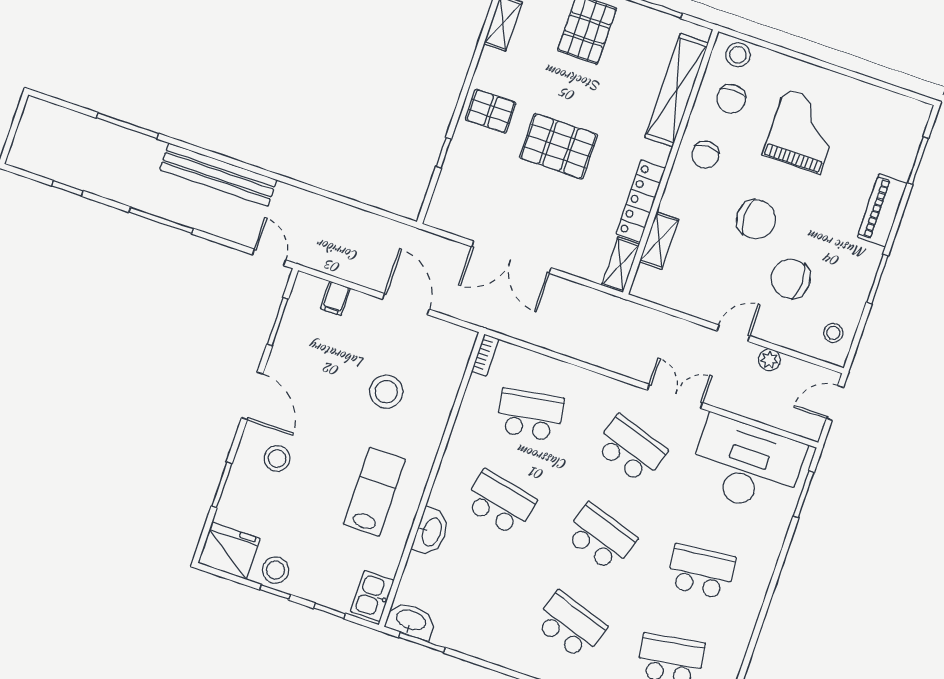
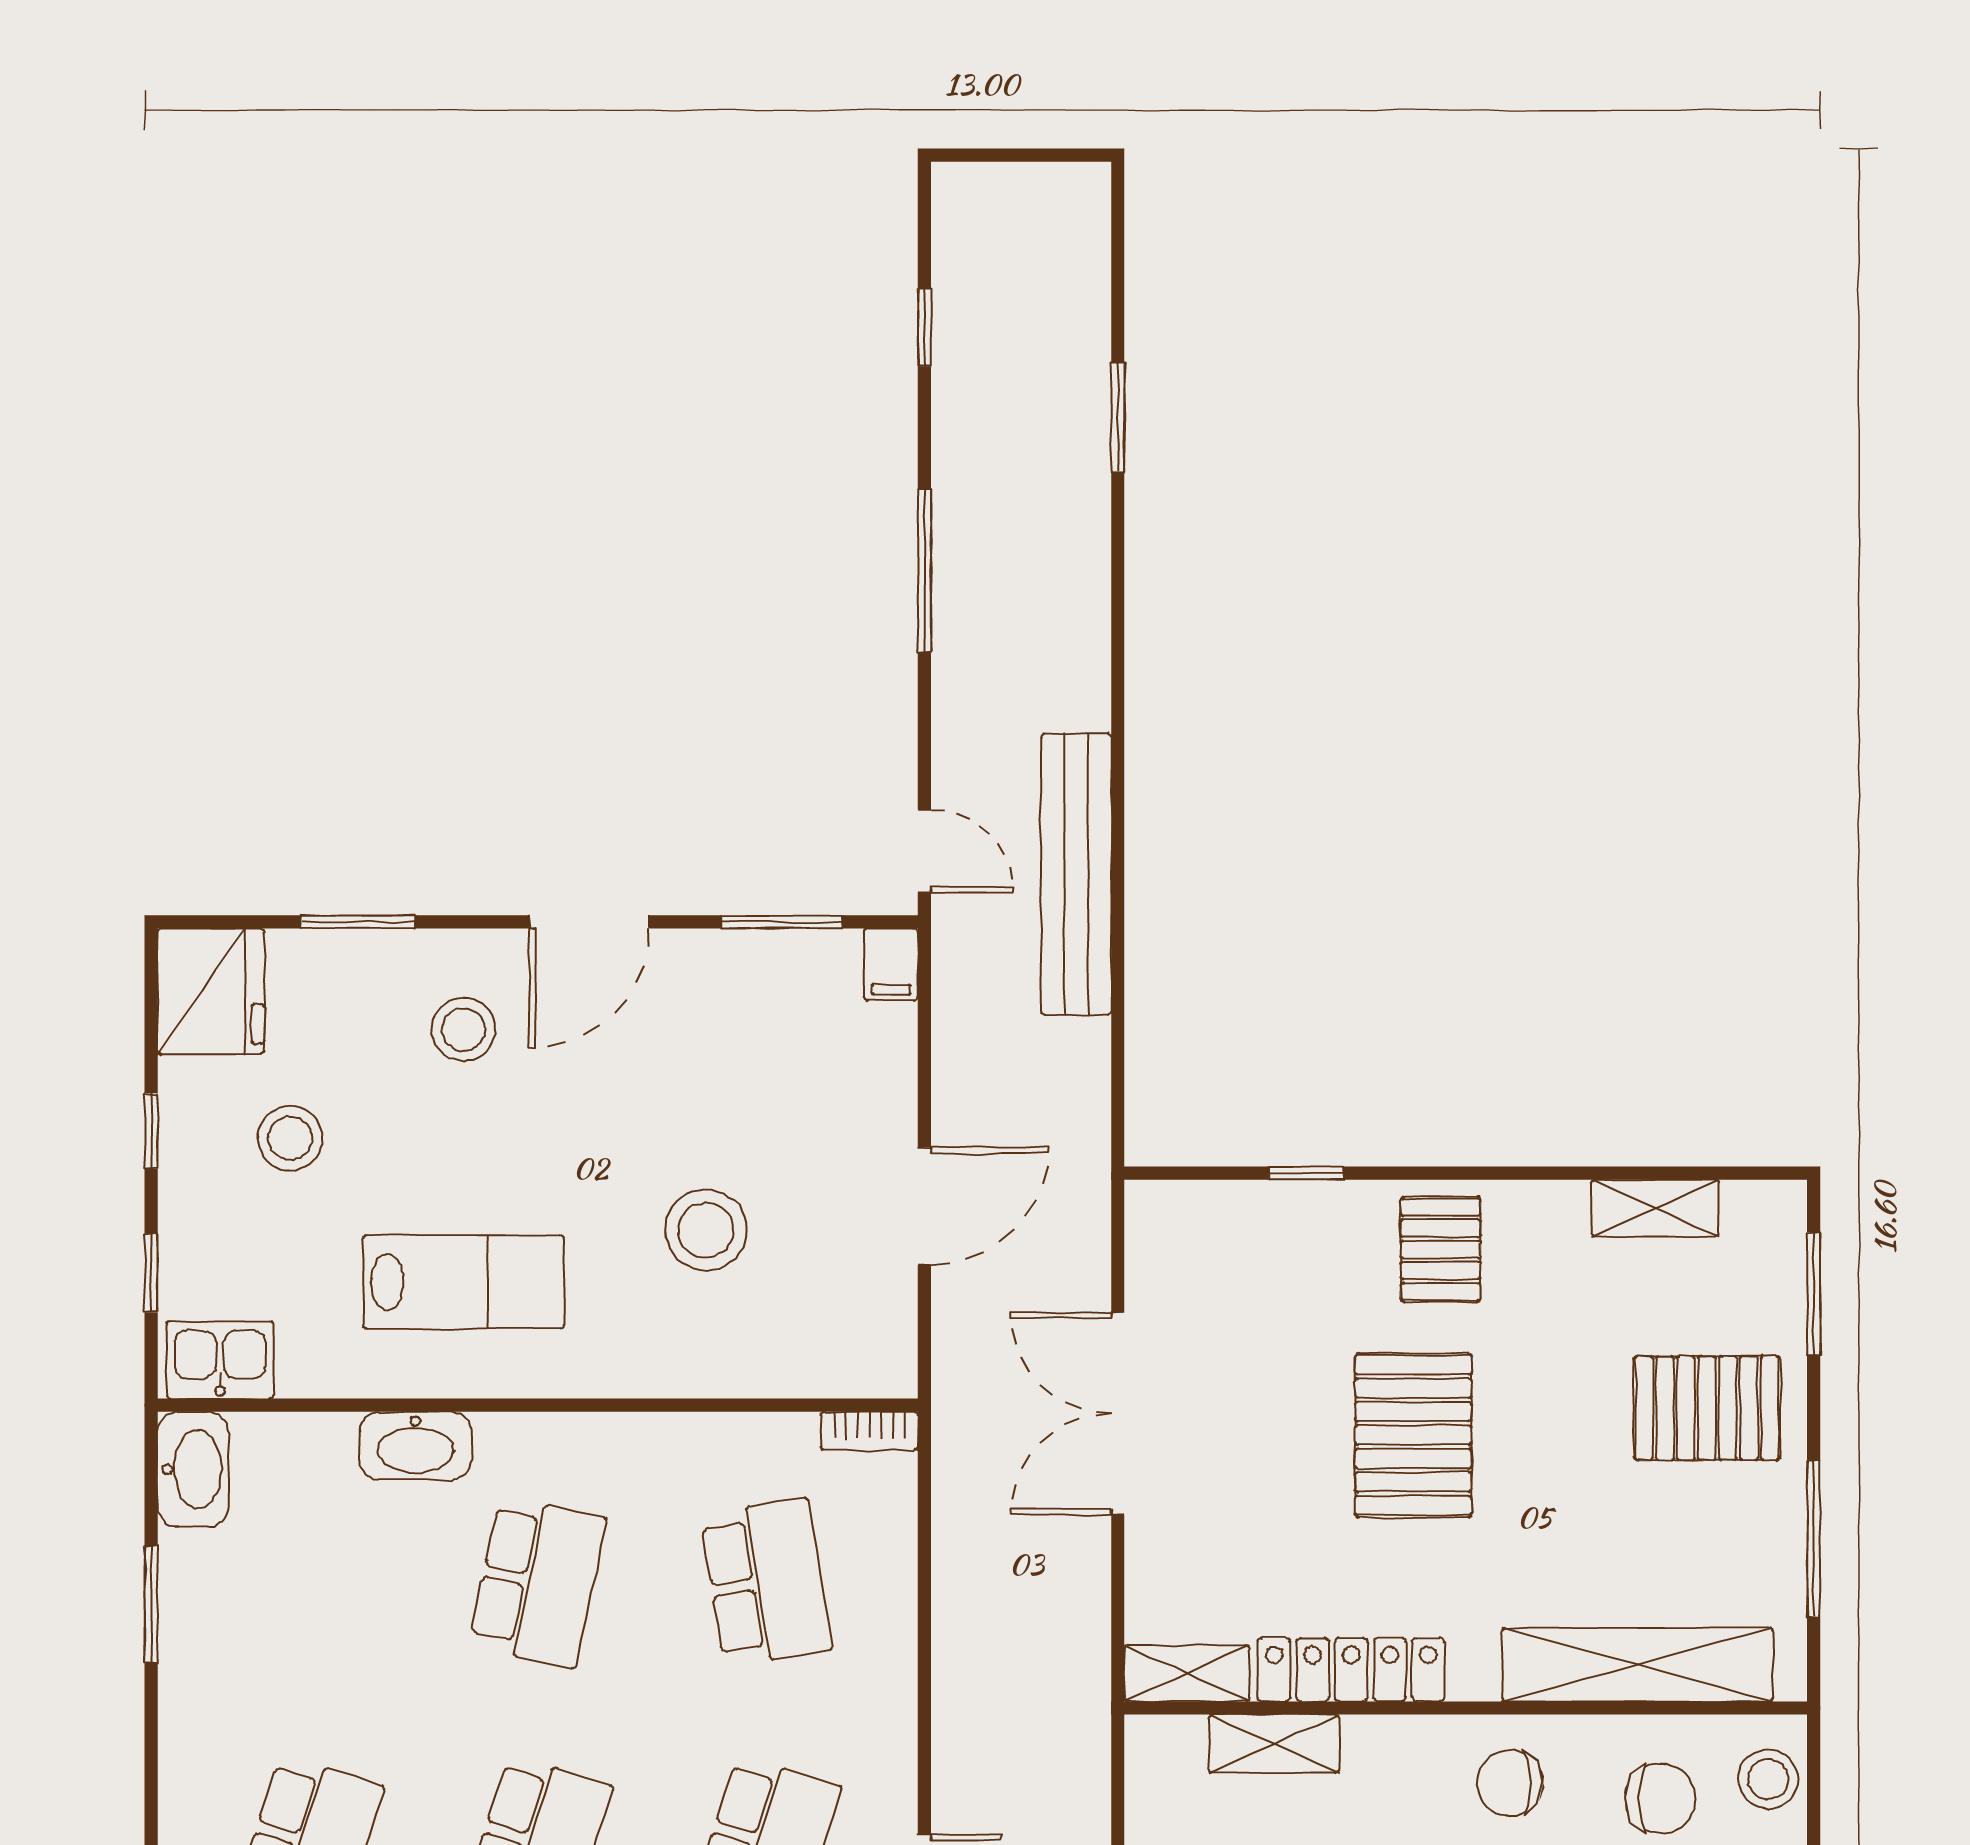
chair: (731, 99) -> (1660, 1798), turned 180
window: (128, 126) -> (1118, 417), width x0.69
bench: (218, 175) -> (1076, 874), moved
door: (269, 257) -> (924, 851), hinge flipped
filing cabinet: (335, 298) -> (891, 964), moved, turned -90
stool: (276, 570) -> (290, 1138), moved
window: (422, 642) -> (151, 1604), moved

